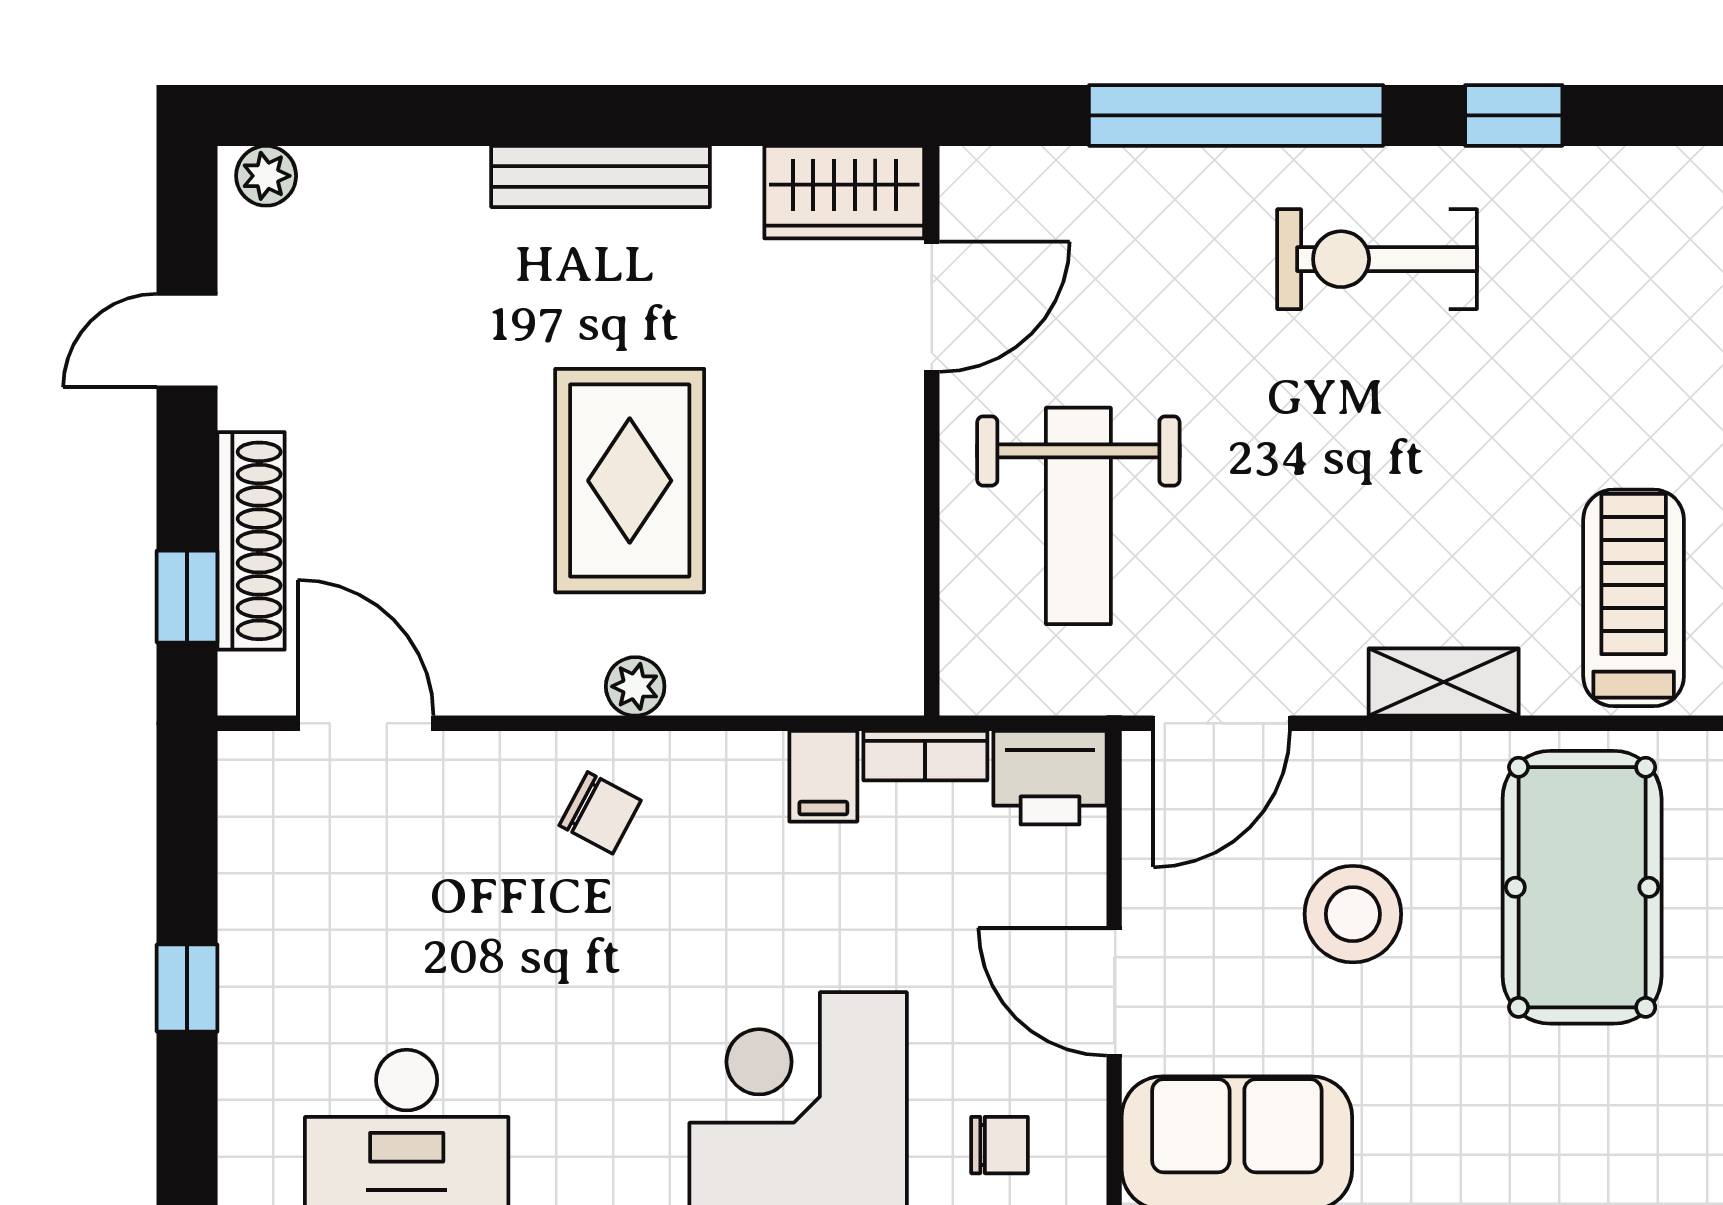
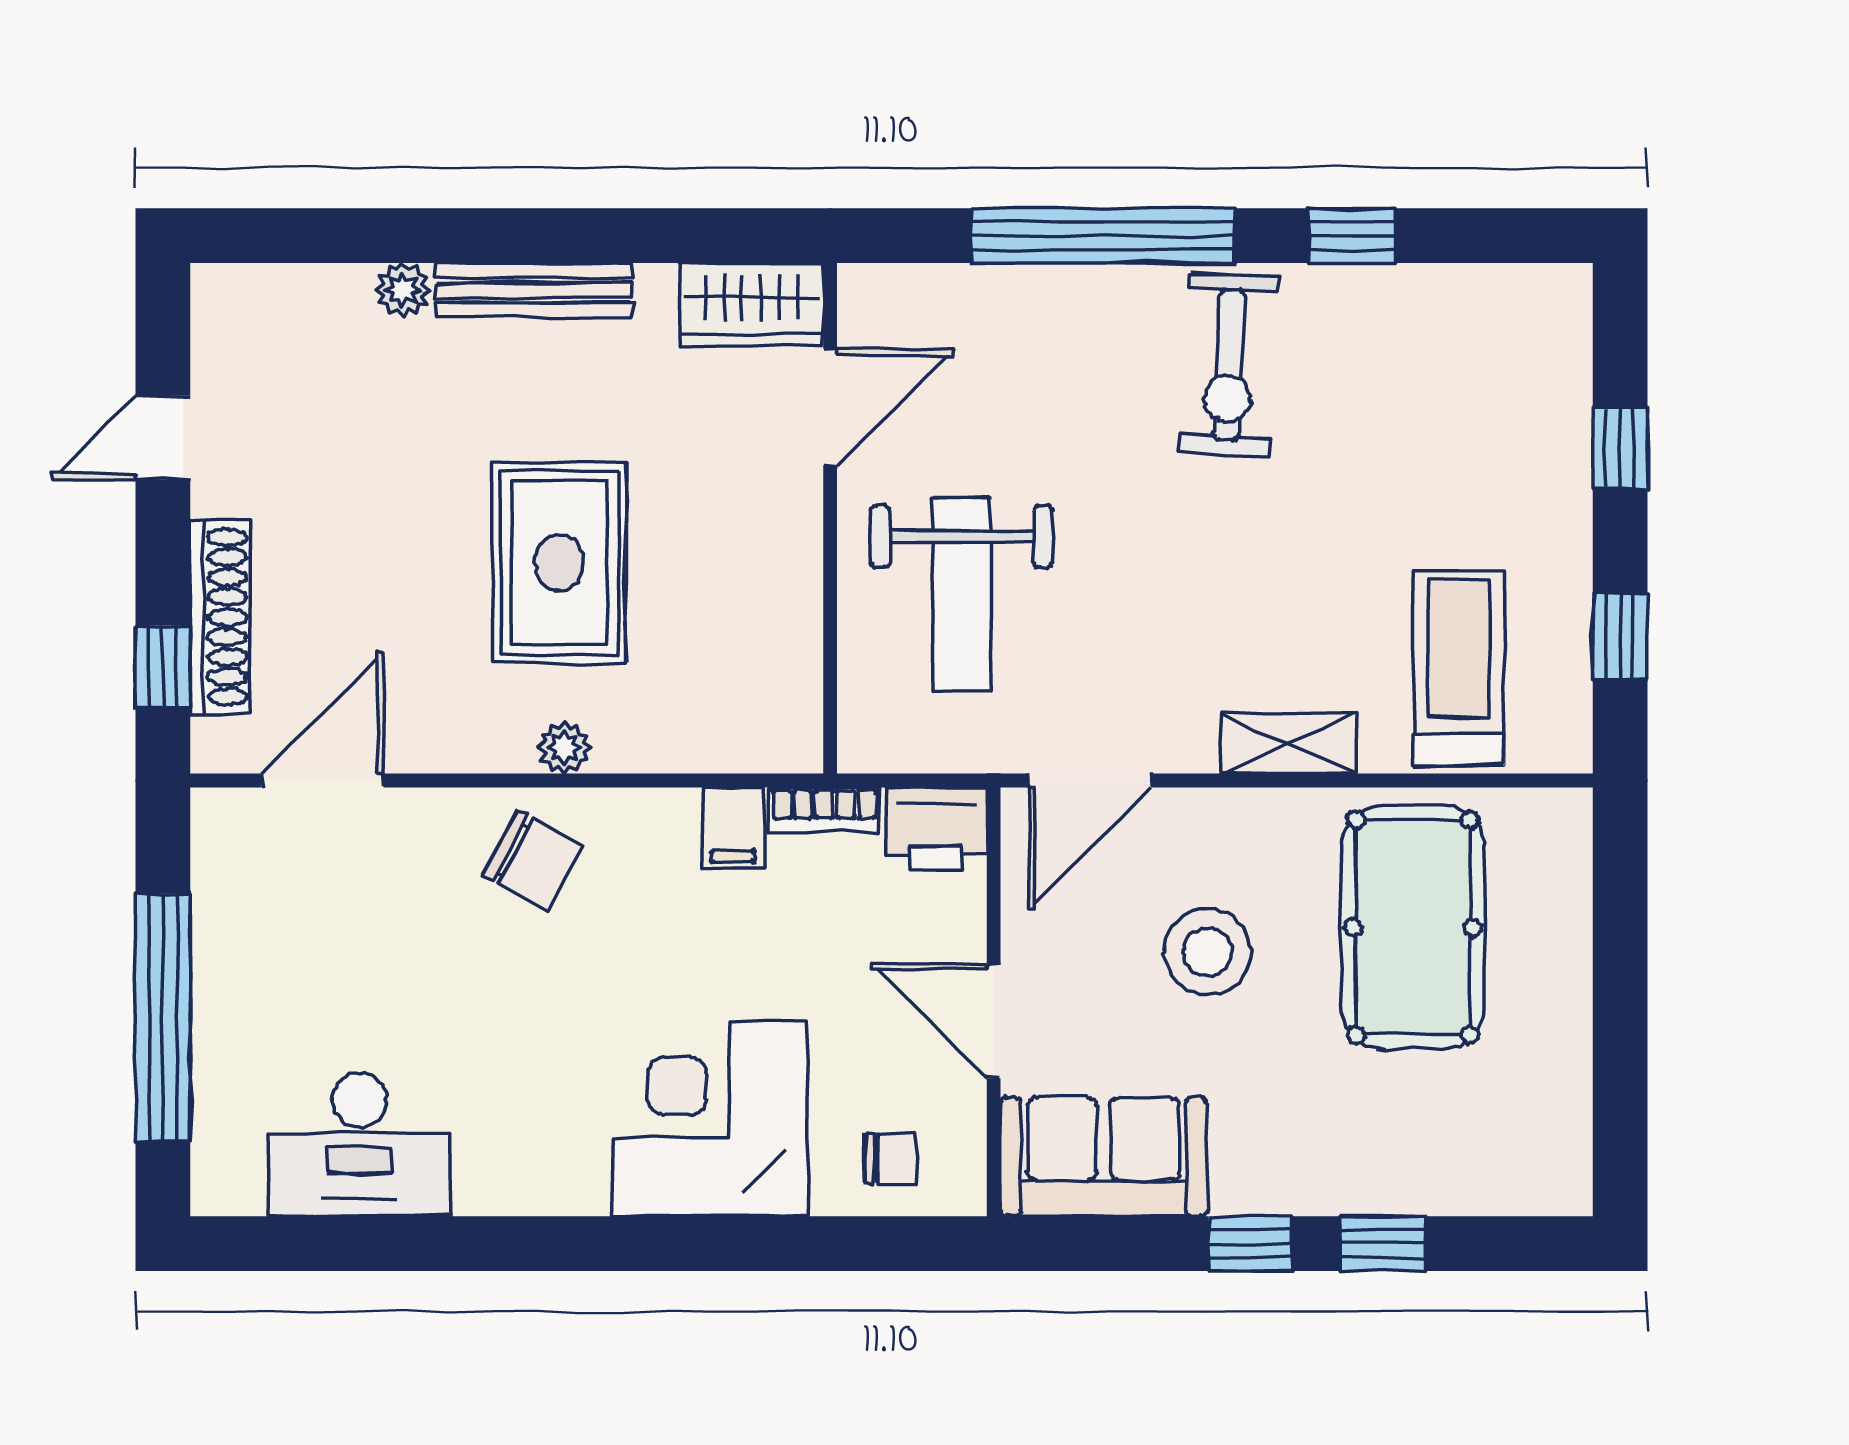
plant: (266, 176) -> (403, 290), moved
exercise bike: (1377, 259) -> (1229, 364), turned -87
door: (365, 723) -> (323, 780), hinge flipped
chair: (600, 813) -> (533, 861), width x1.37, depth x1.37
window: (187, 988) -> (163, 1018), width x3.17

